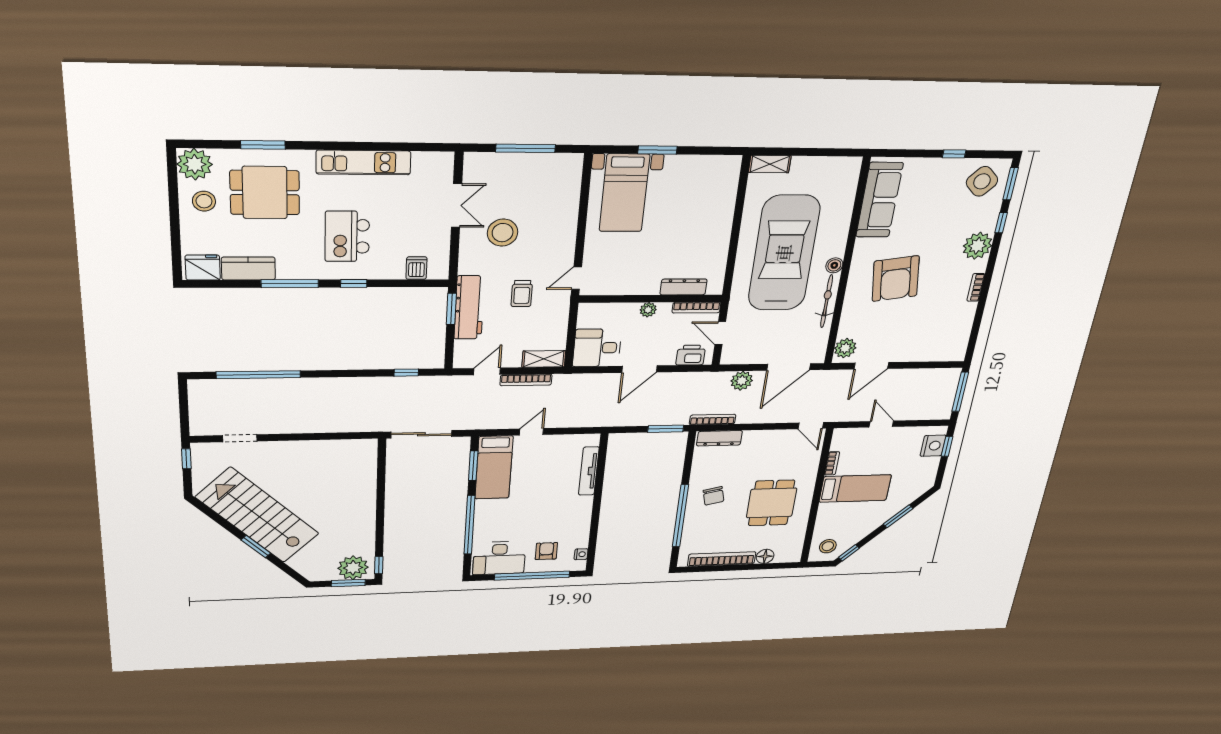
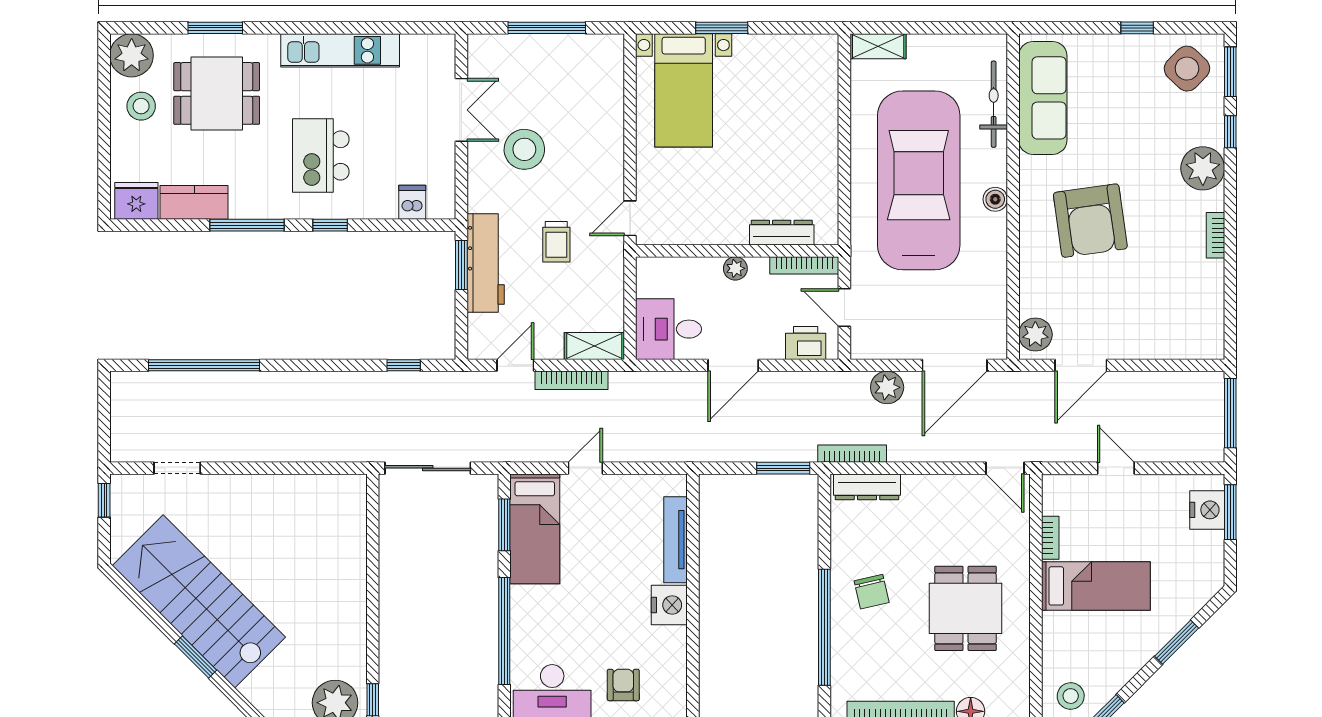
bicycle: (827, 301) -> (994, 104), moved
window: (947, 447) -> (1230, 512), width x1.50
nightstand: (581, 554) -> (669, 605), moved, width x1.89, depth x1.79

